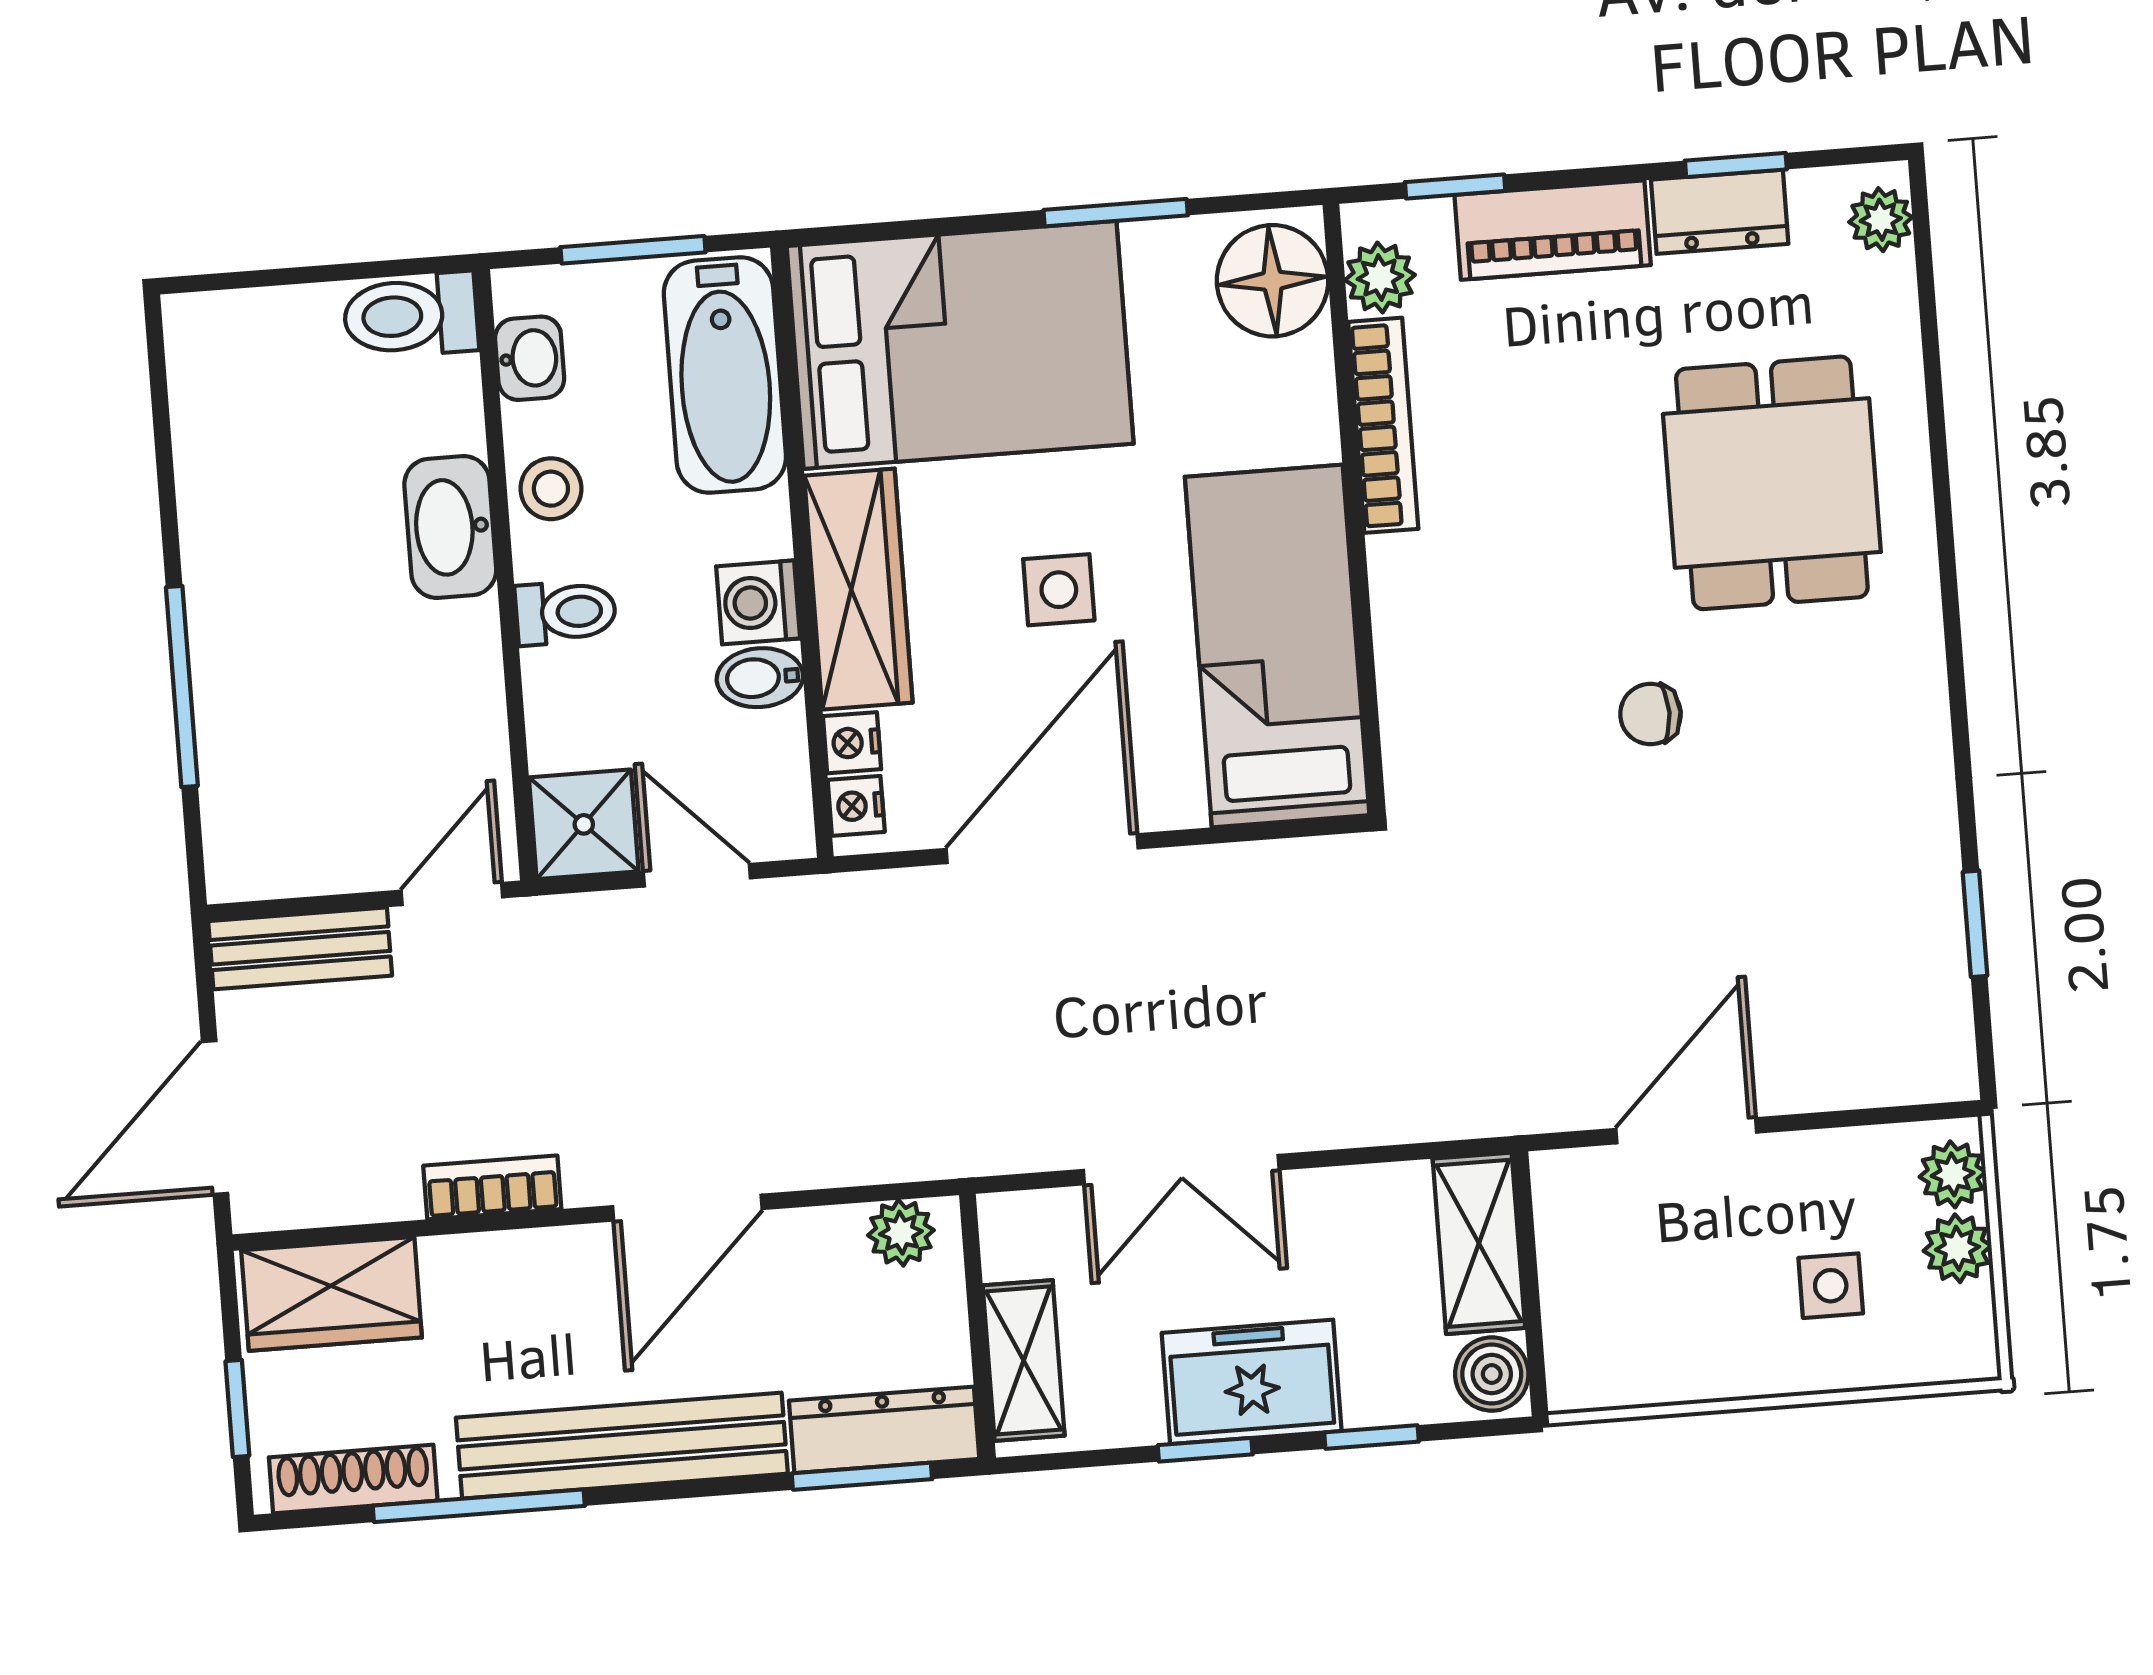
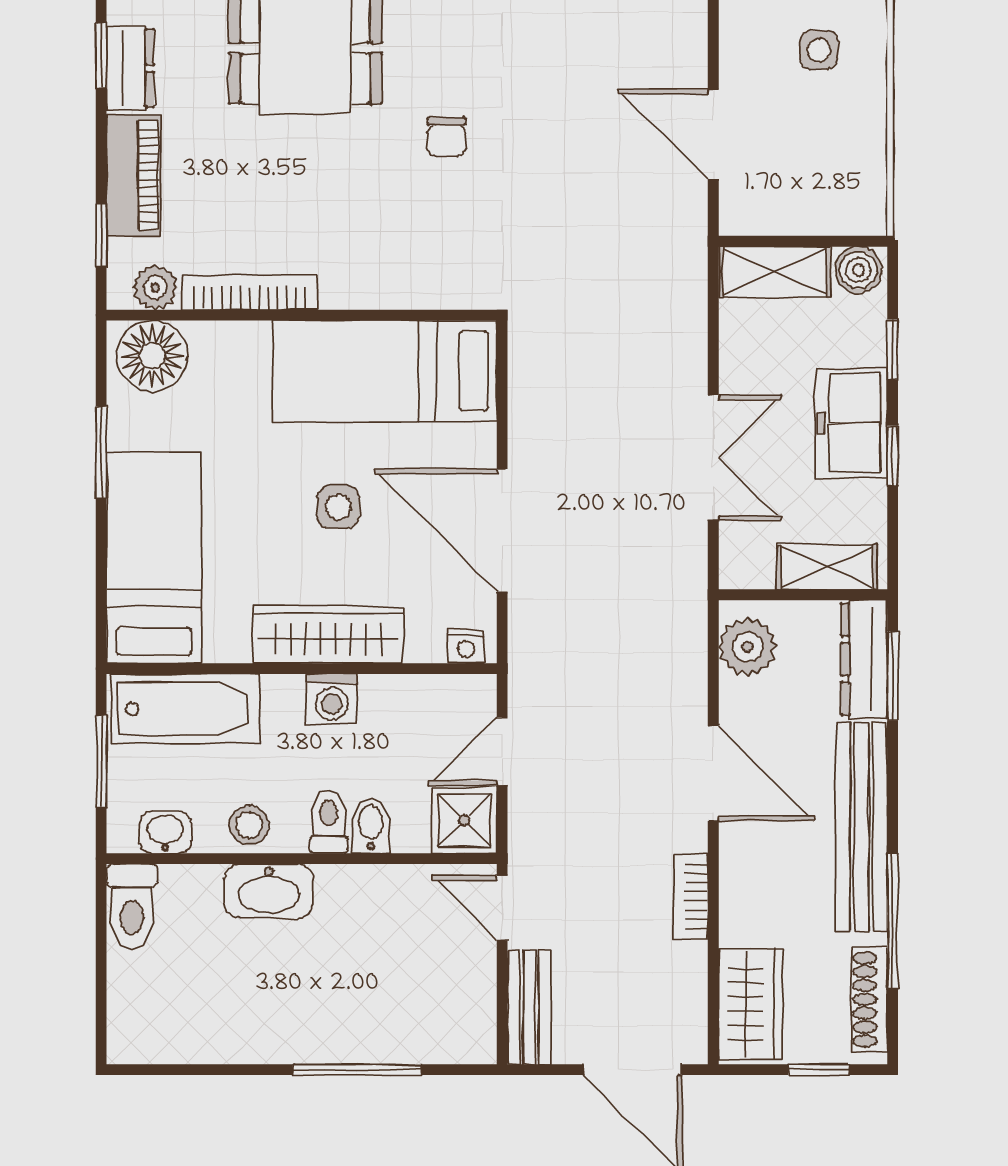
bed: (960, 345) -> (154, 558), width x0.67
bidet: (760, 678) -> (371, 826), moved, turned 180
nightstand: (852, 743) -> (426, 646), removed
plant: (901, 1233) -> (748, 647), width x1.38, depth x1.38

